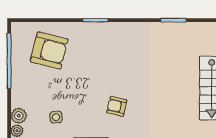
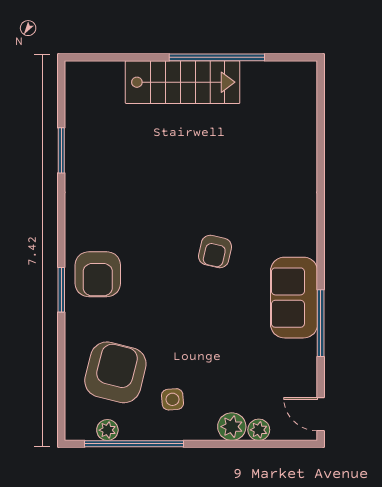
armchair: (104, 41) -> (98, 274), added
plant: (17, 46) -> (107, 430), added
side table: (56, 117) -> (173, 399), moved

